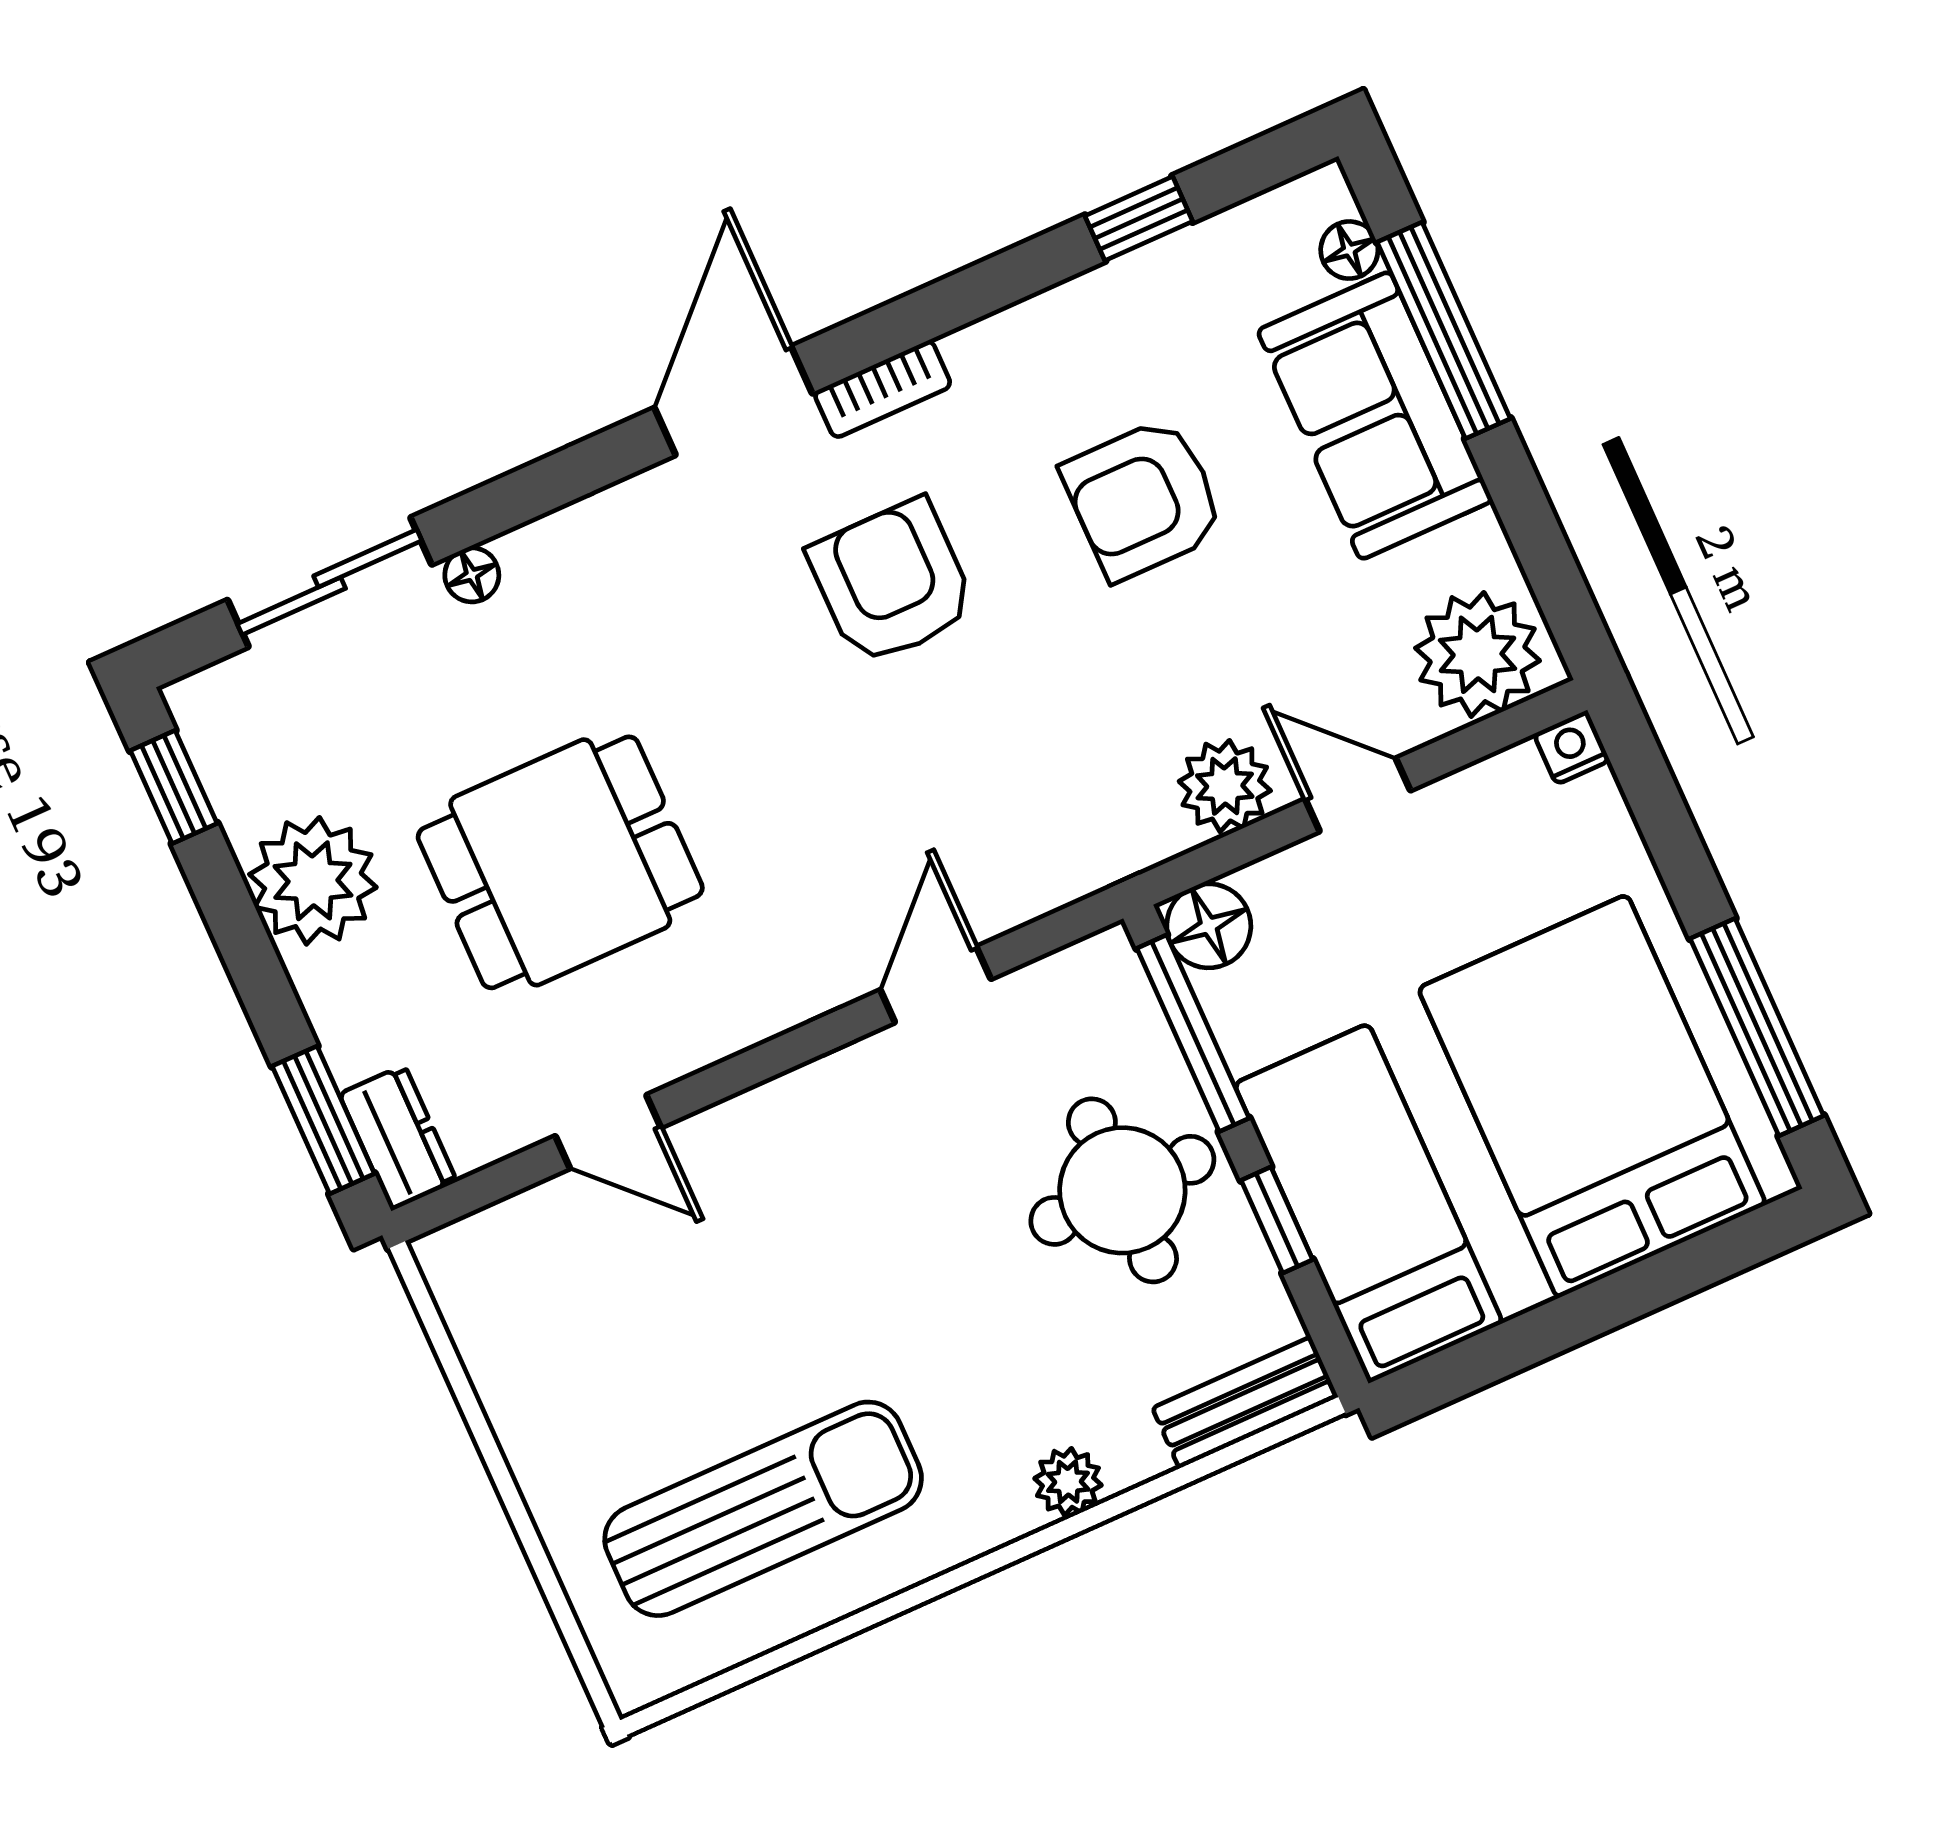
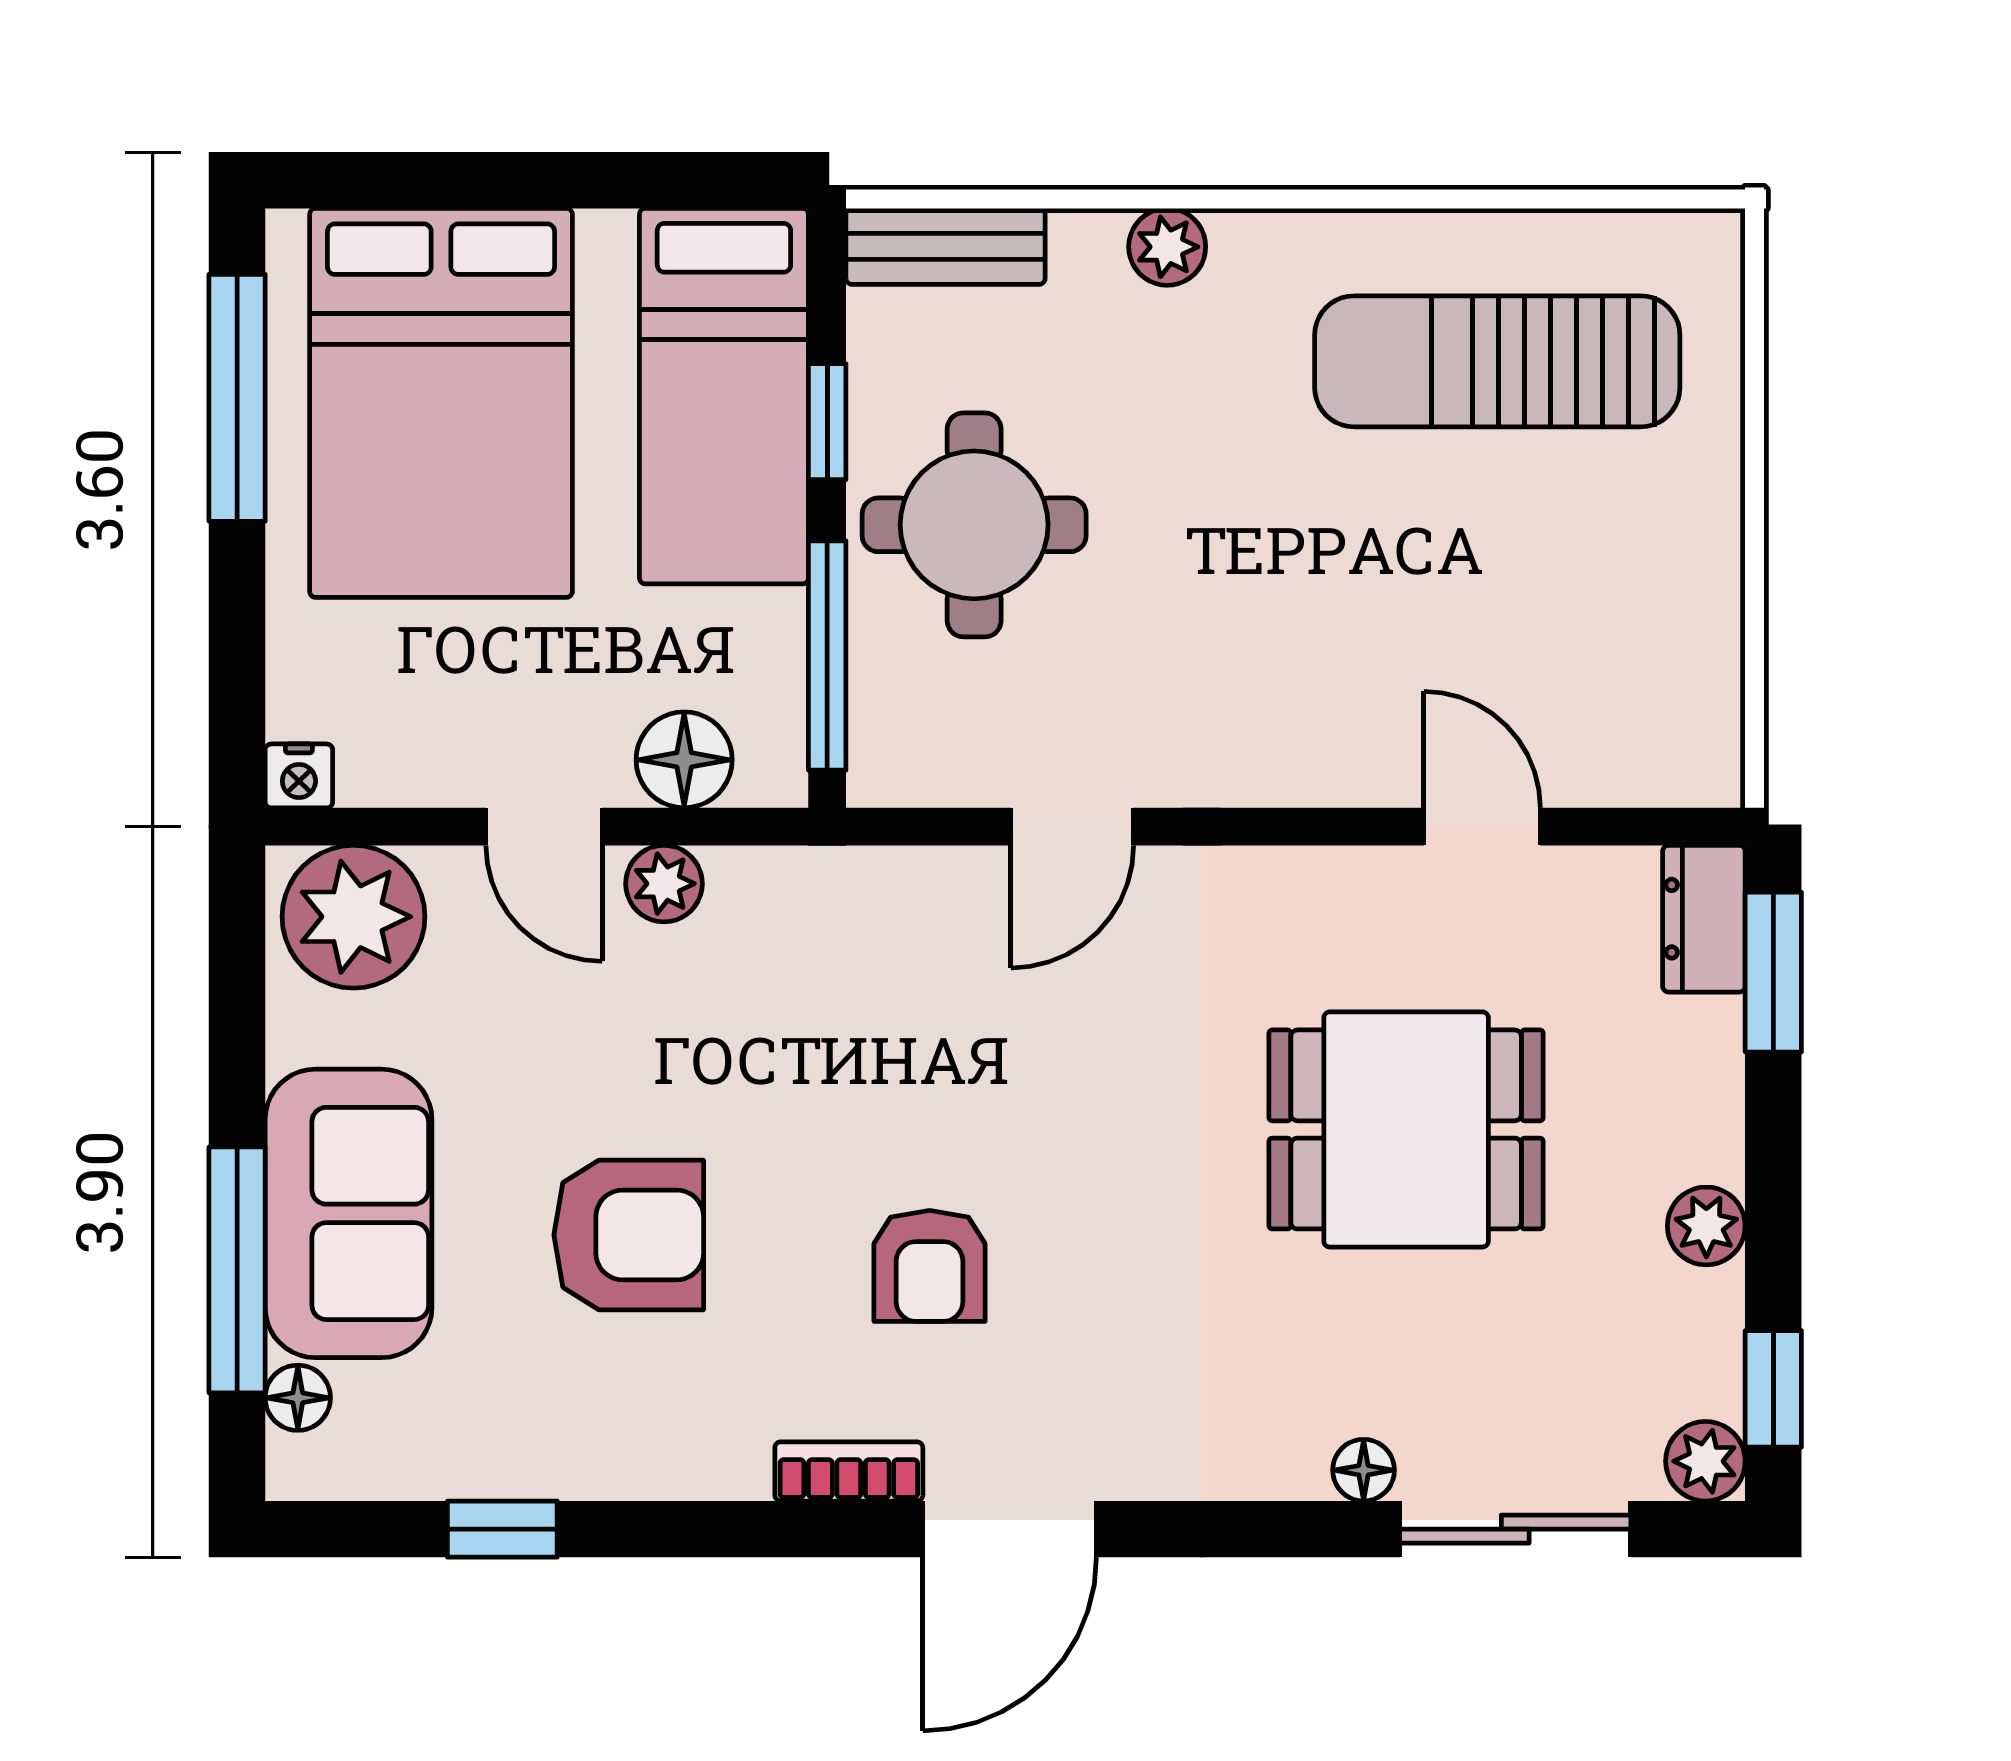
armchair: (892, 582) -> (930, 1266), width x0.72, depth x0.72
plant: (202, 705) -> (1705, 1461), added
plant: (1225, 786) -> (664, 884), width x0.73, depth x0.73
plant: (313, 881) -> (1706, 1226), width x0.53, depth x0.53
floor lamp: (1209, 926) -> (684, 760), moved

